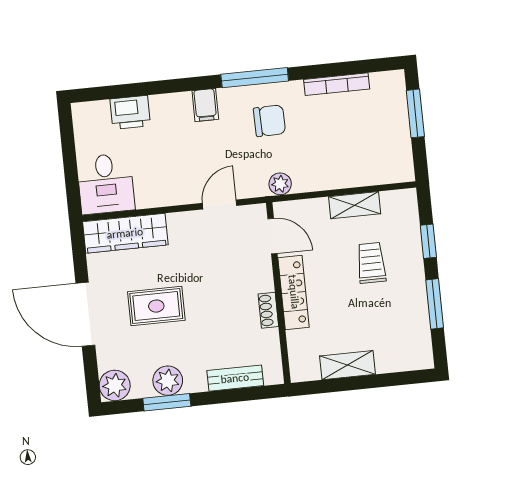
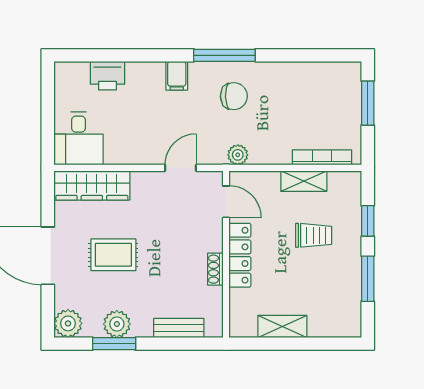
bookcase: (337, 84) -> (322, 157), moved, turned 180
trolley: (371, 263) -> (314, 235), turned 90

